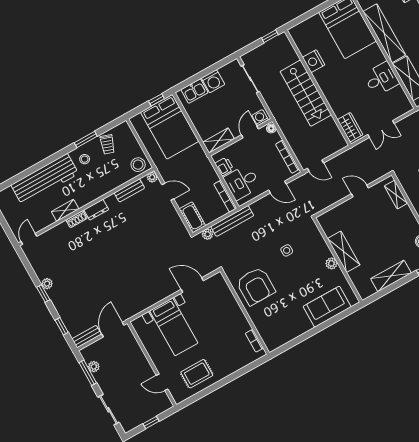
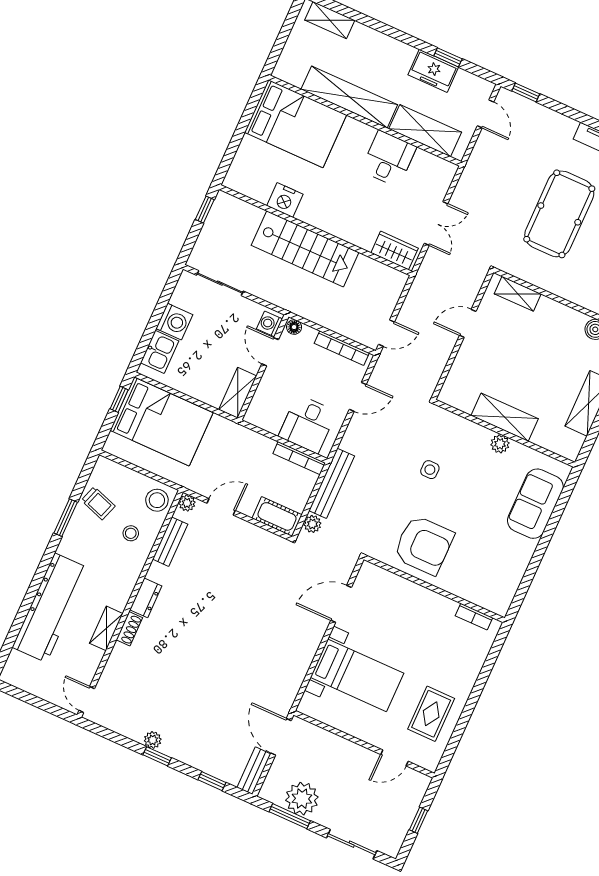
stool: (85, 159) -> (131, 533), moved
printer: (224, 166) -> (270, 421), removed
plant: (94, 367) -> (302, 799), width x1.88, depth x1.88

